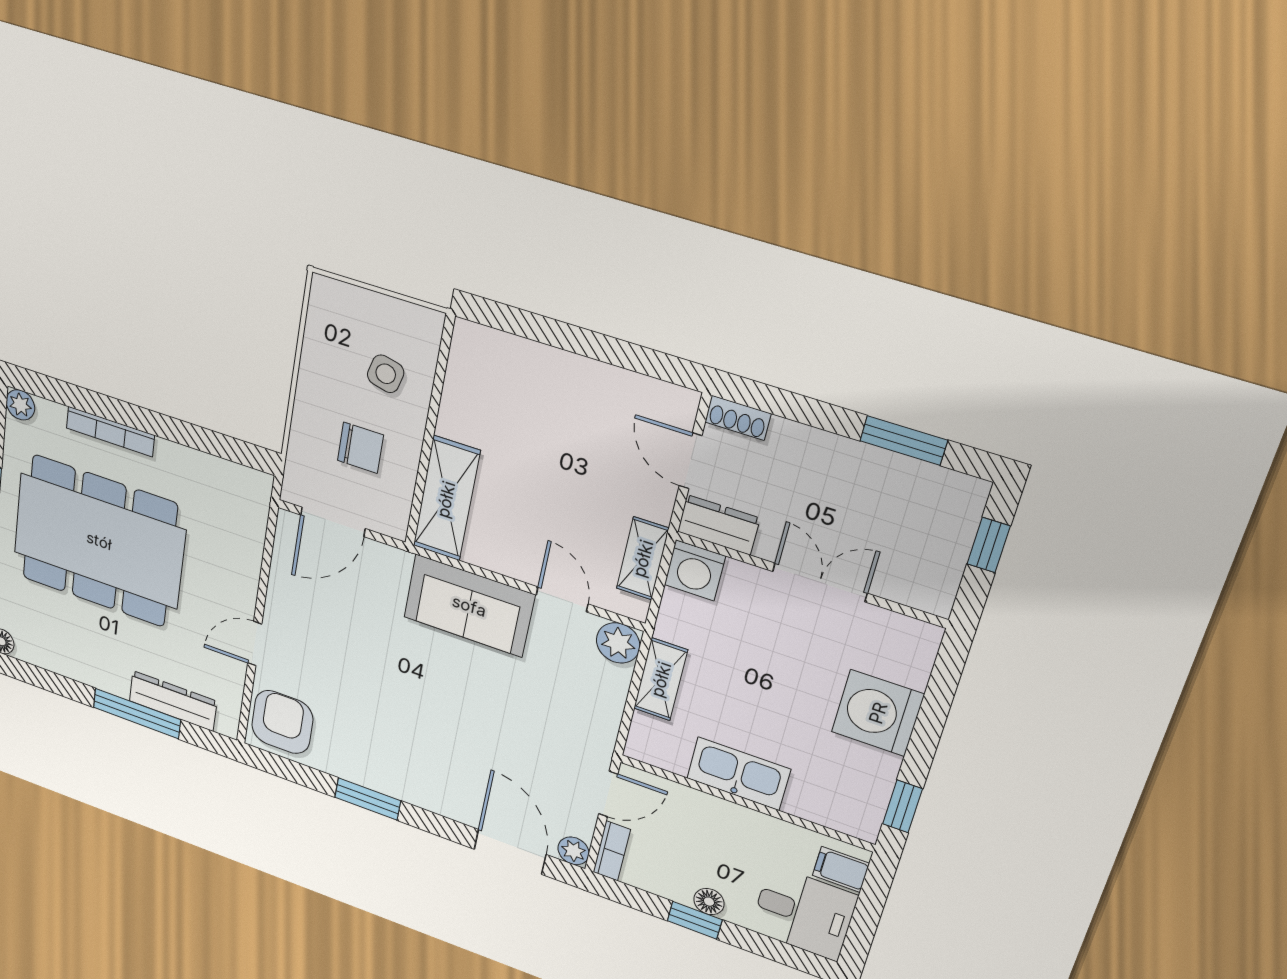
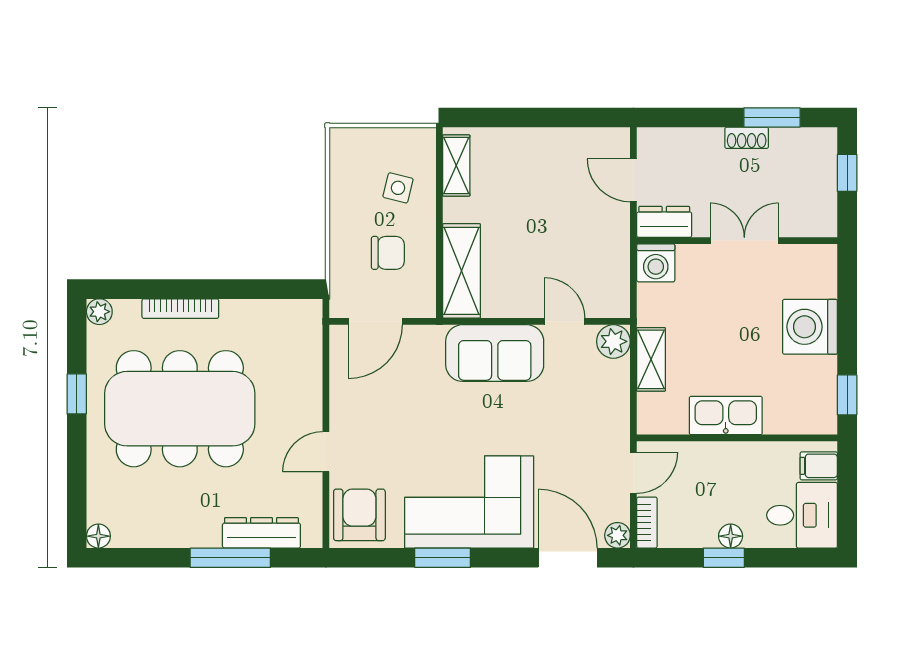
shoe rack: (738, 418) -> (747, 138), moved
shelving: (643, 558) -> (456, 165), moved
corner sofa: (408, 754) -> (469, 502), added

